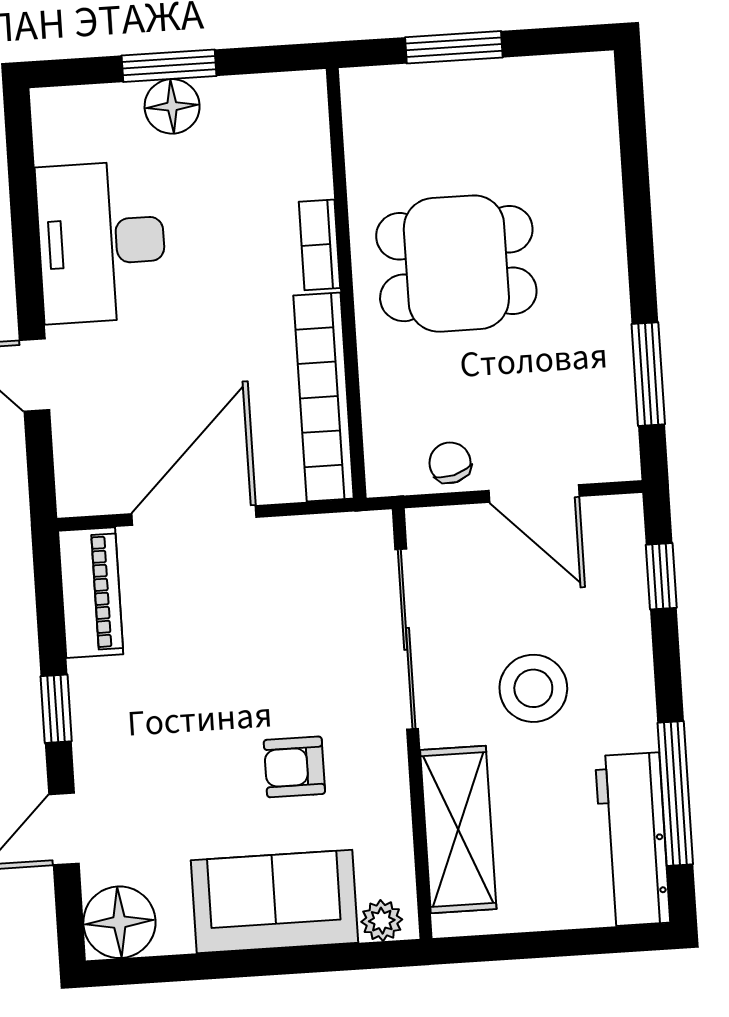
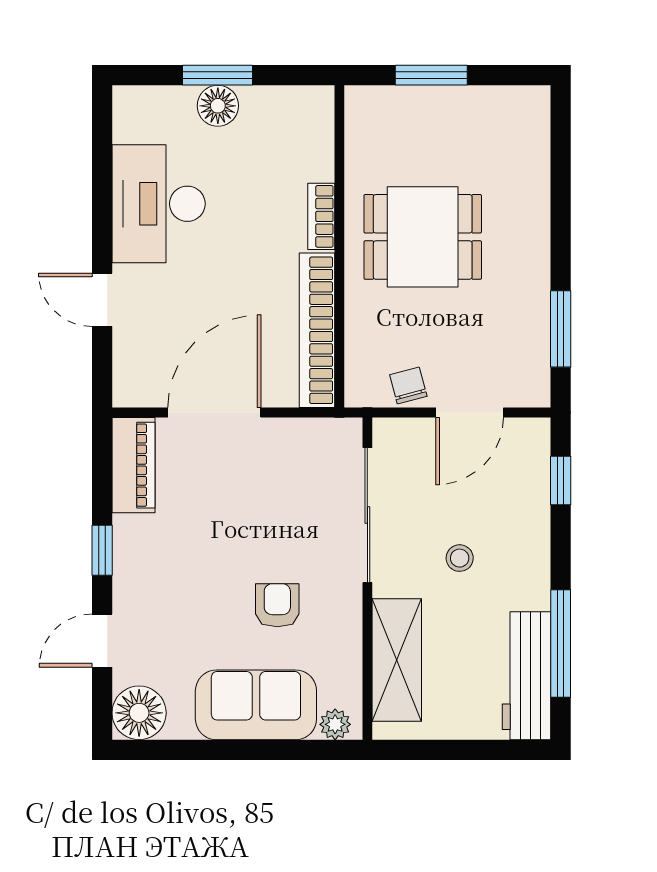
door: (534, 493) -> (470, 413), hinge flipped
stool: (533, 688) -> (460, 558), width x0.53, depth x0.53
armchair: (294, 767) -> (277, 605), turned 90

